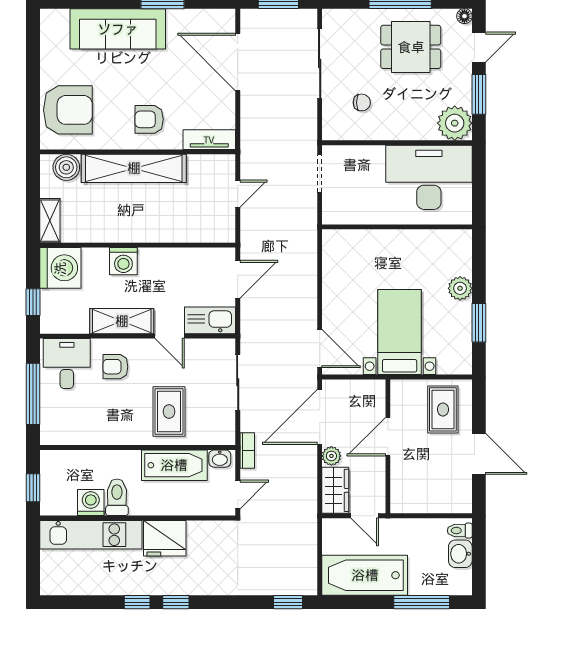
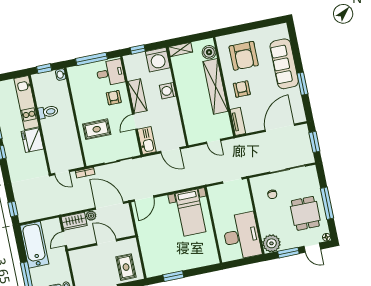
armchair: (68, 110) -> (244, 56), moved
plant: (460, 288) -> (189, 263), removed
bed with nightstands: (400, 332) -> (191, 213), moved, turned 90
rug: (443, 409) -> (126, 267), turned 90
washbasin: (220, 459) -> (61, 75), moved
bathtub: (174, 465) -> (70, 138), removed
washing machine: (91, 503) -> (43, 99), removed

